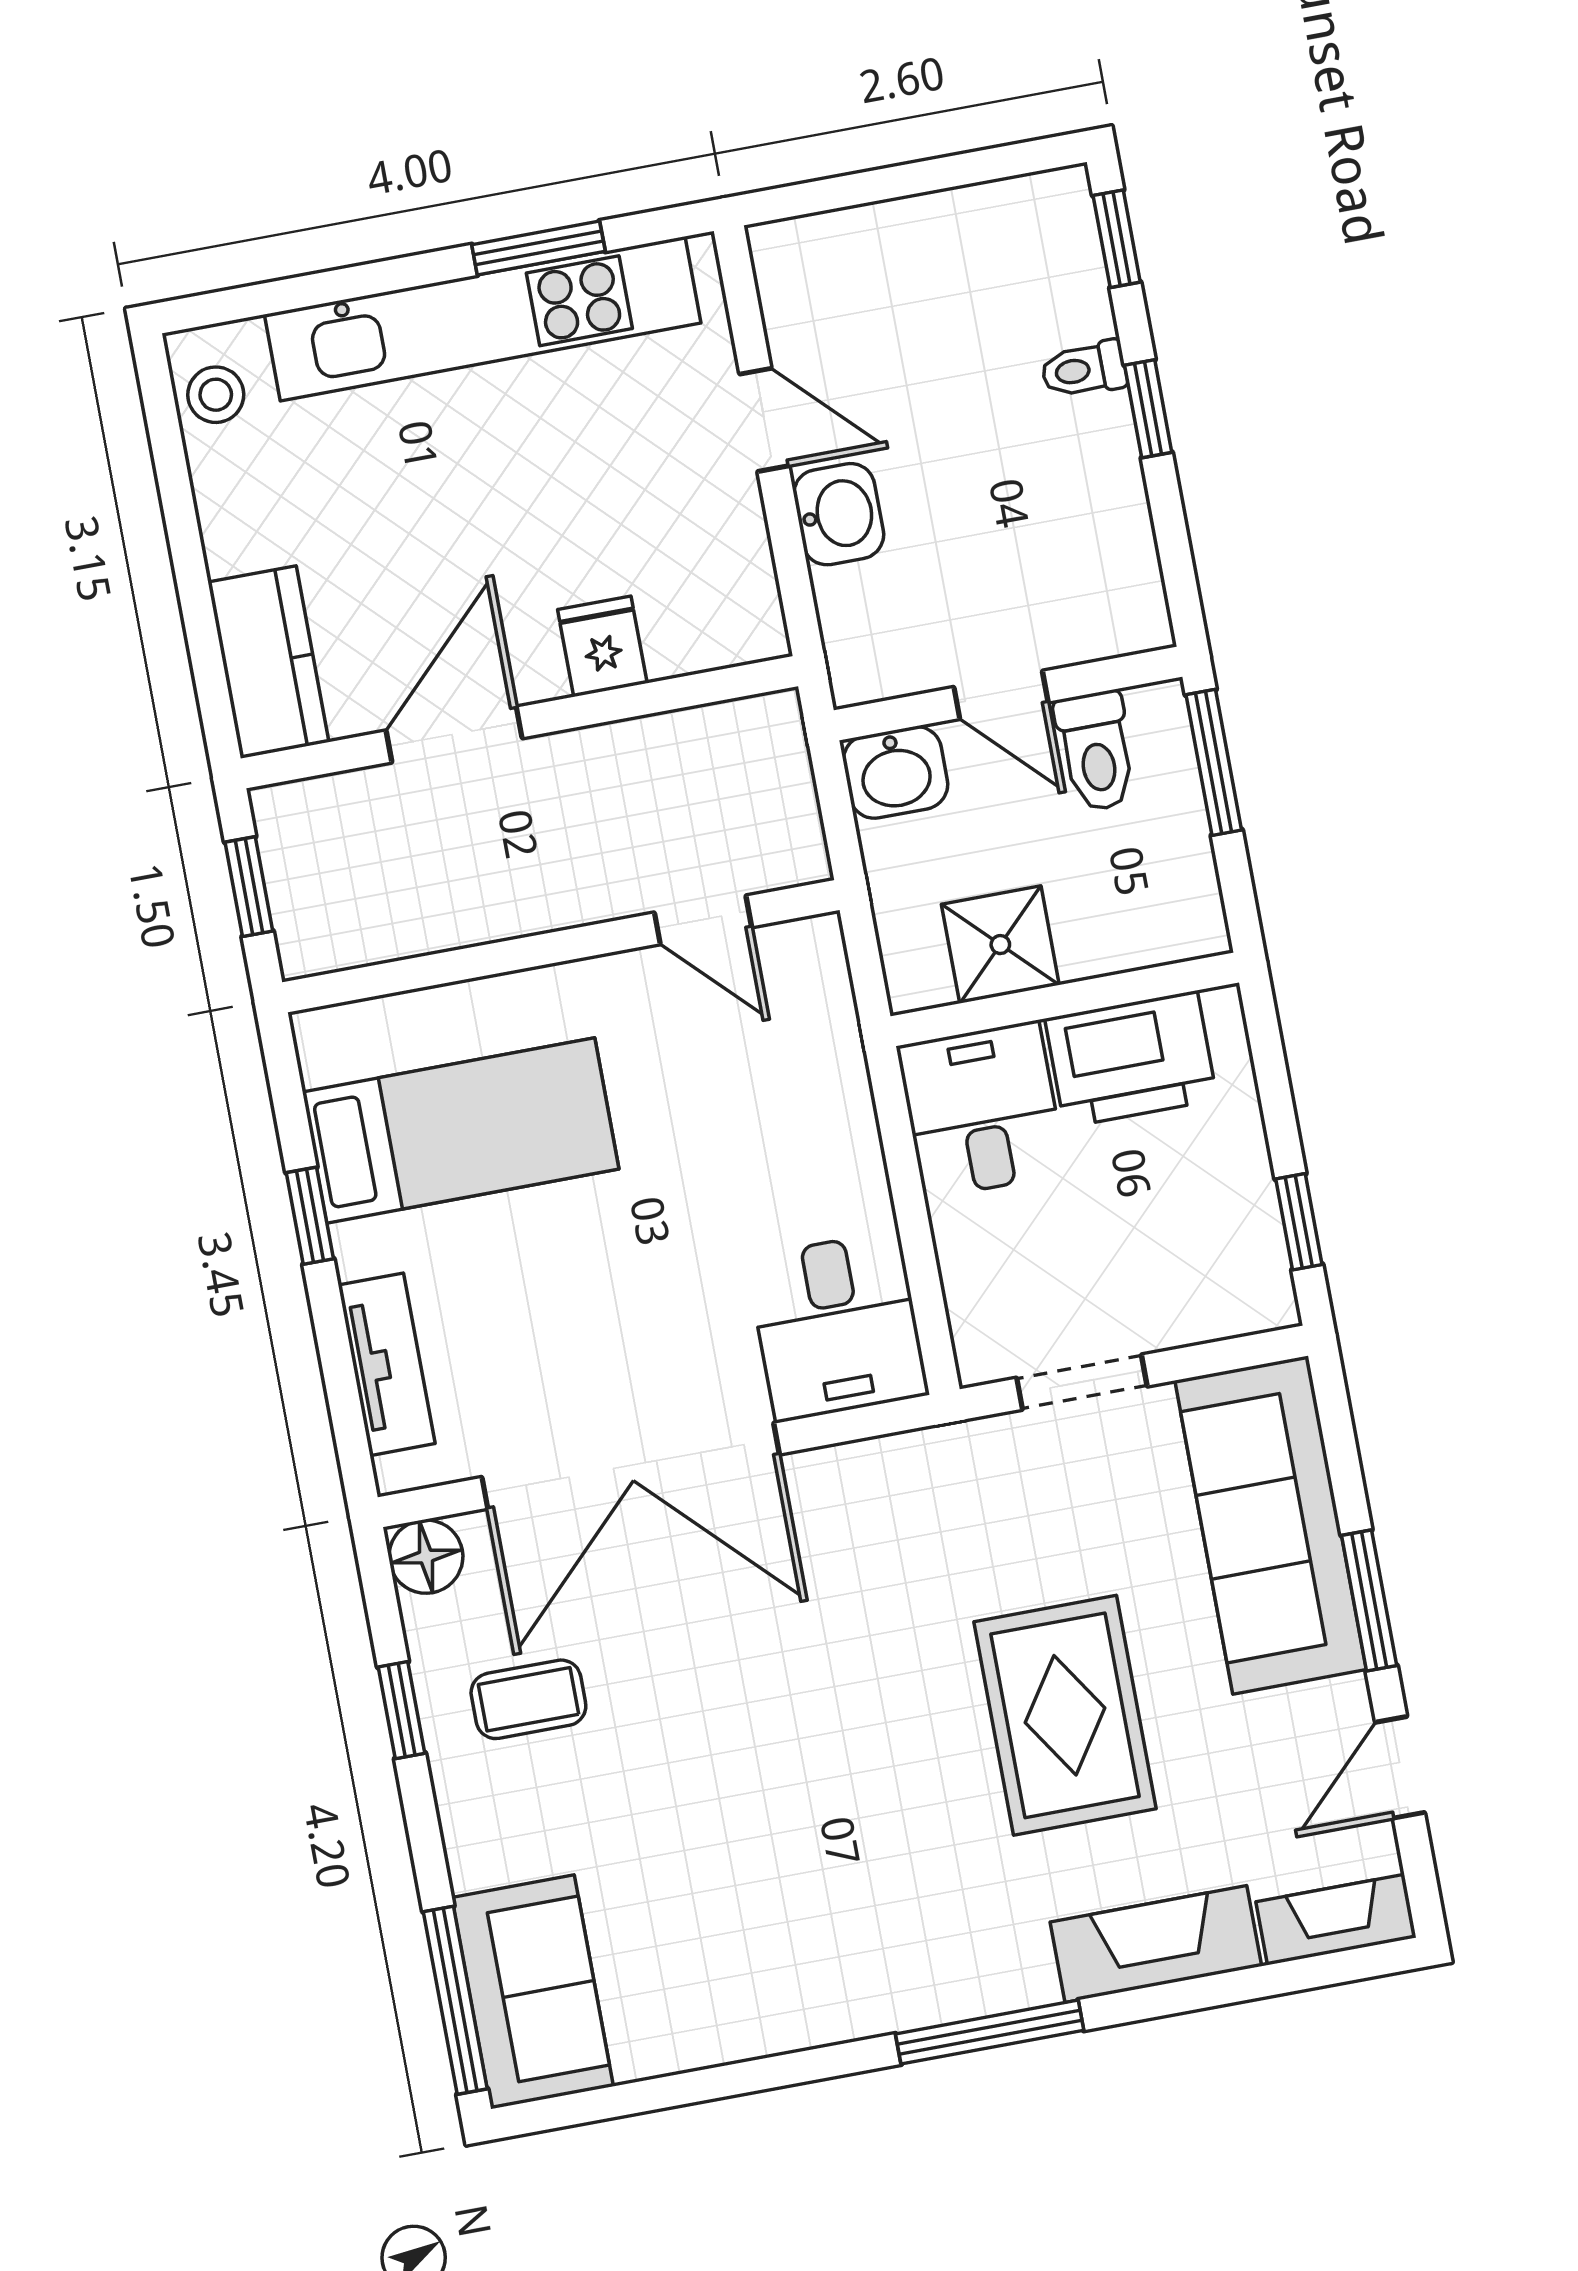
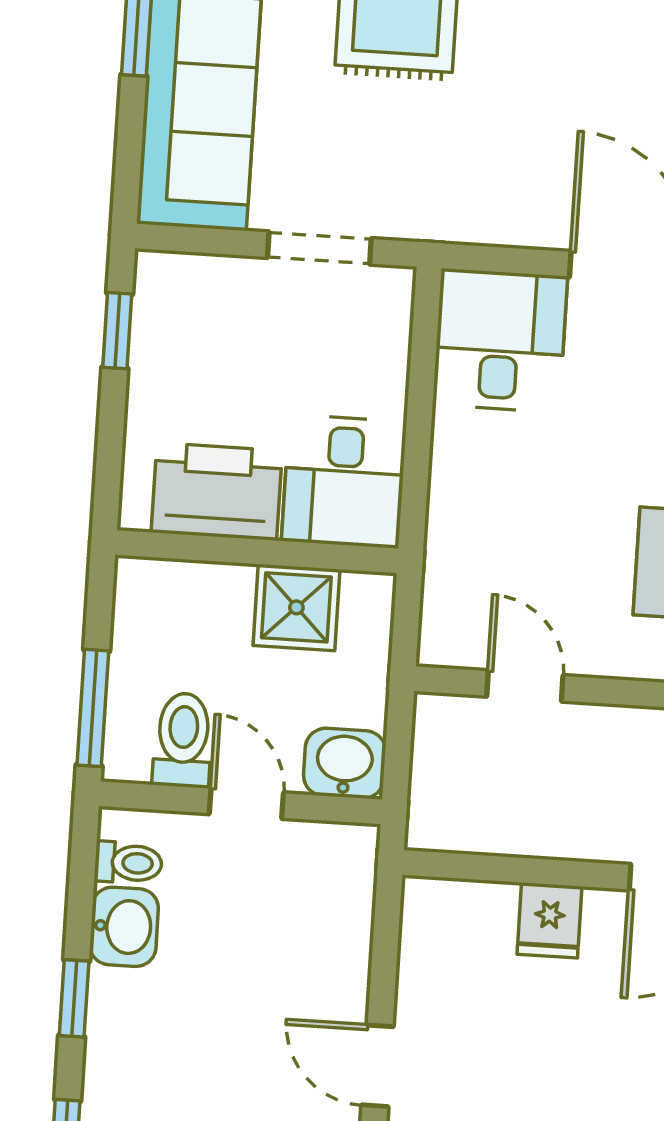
toilet: (1084, 369) -> (128, 863), moved
washbasin: (839, 514) -> (124, 927), moved, turned 180

